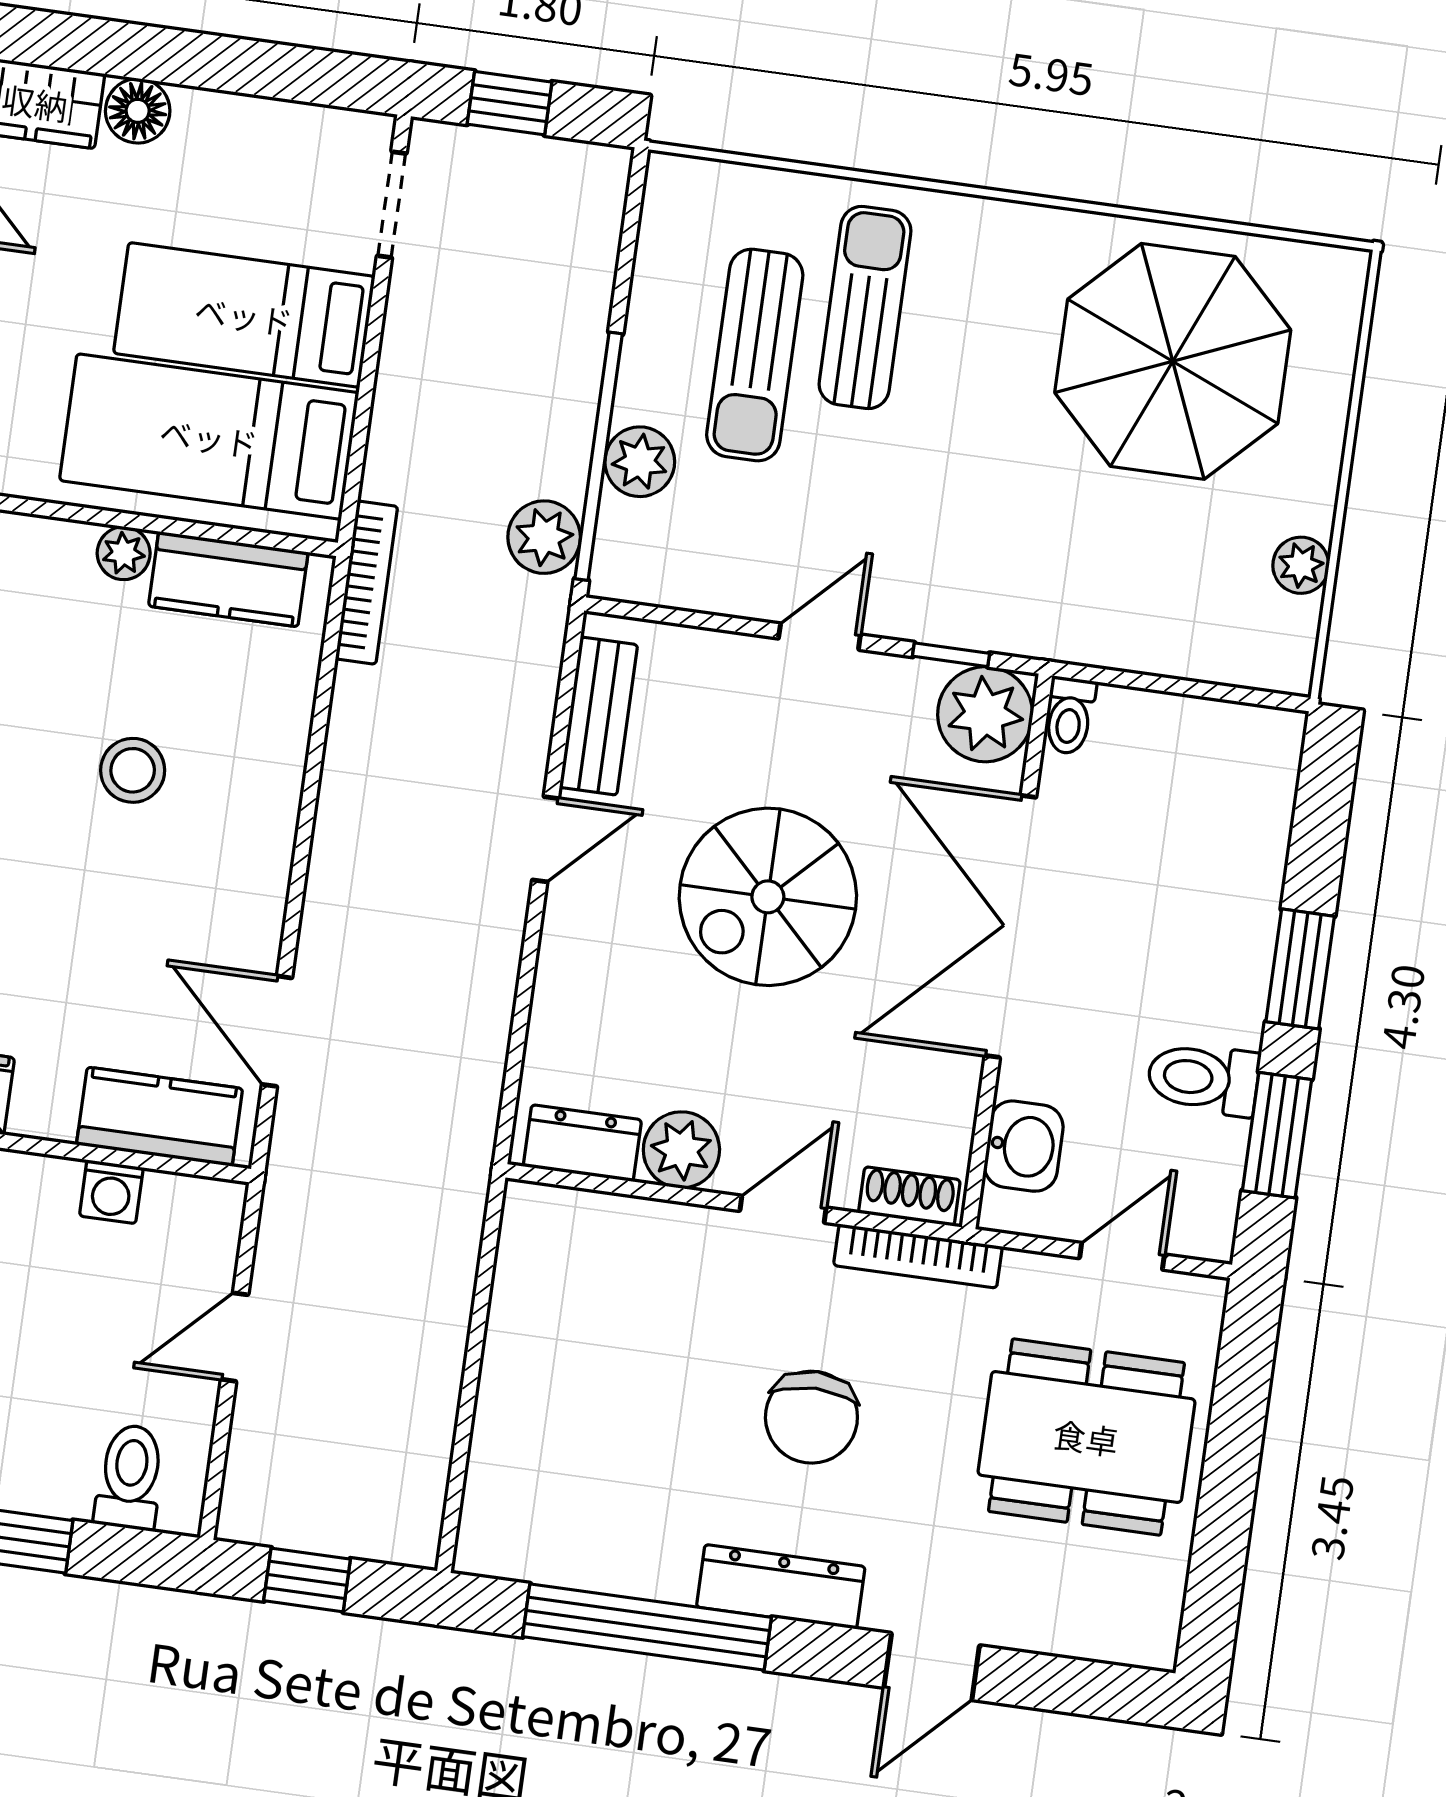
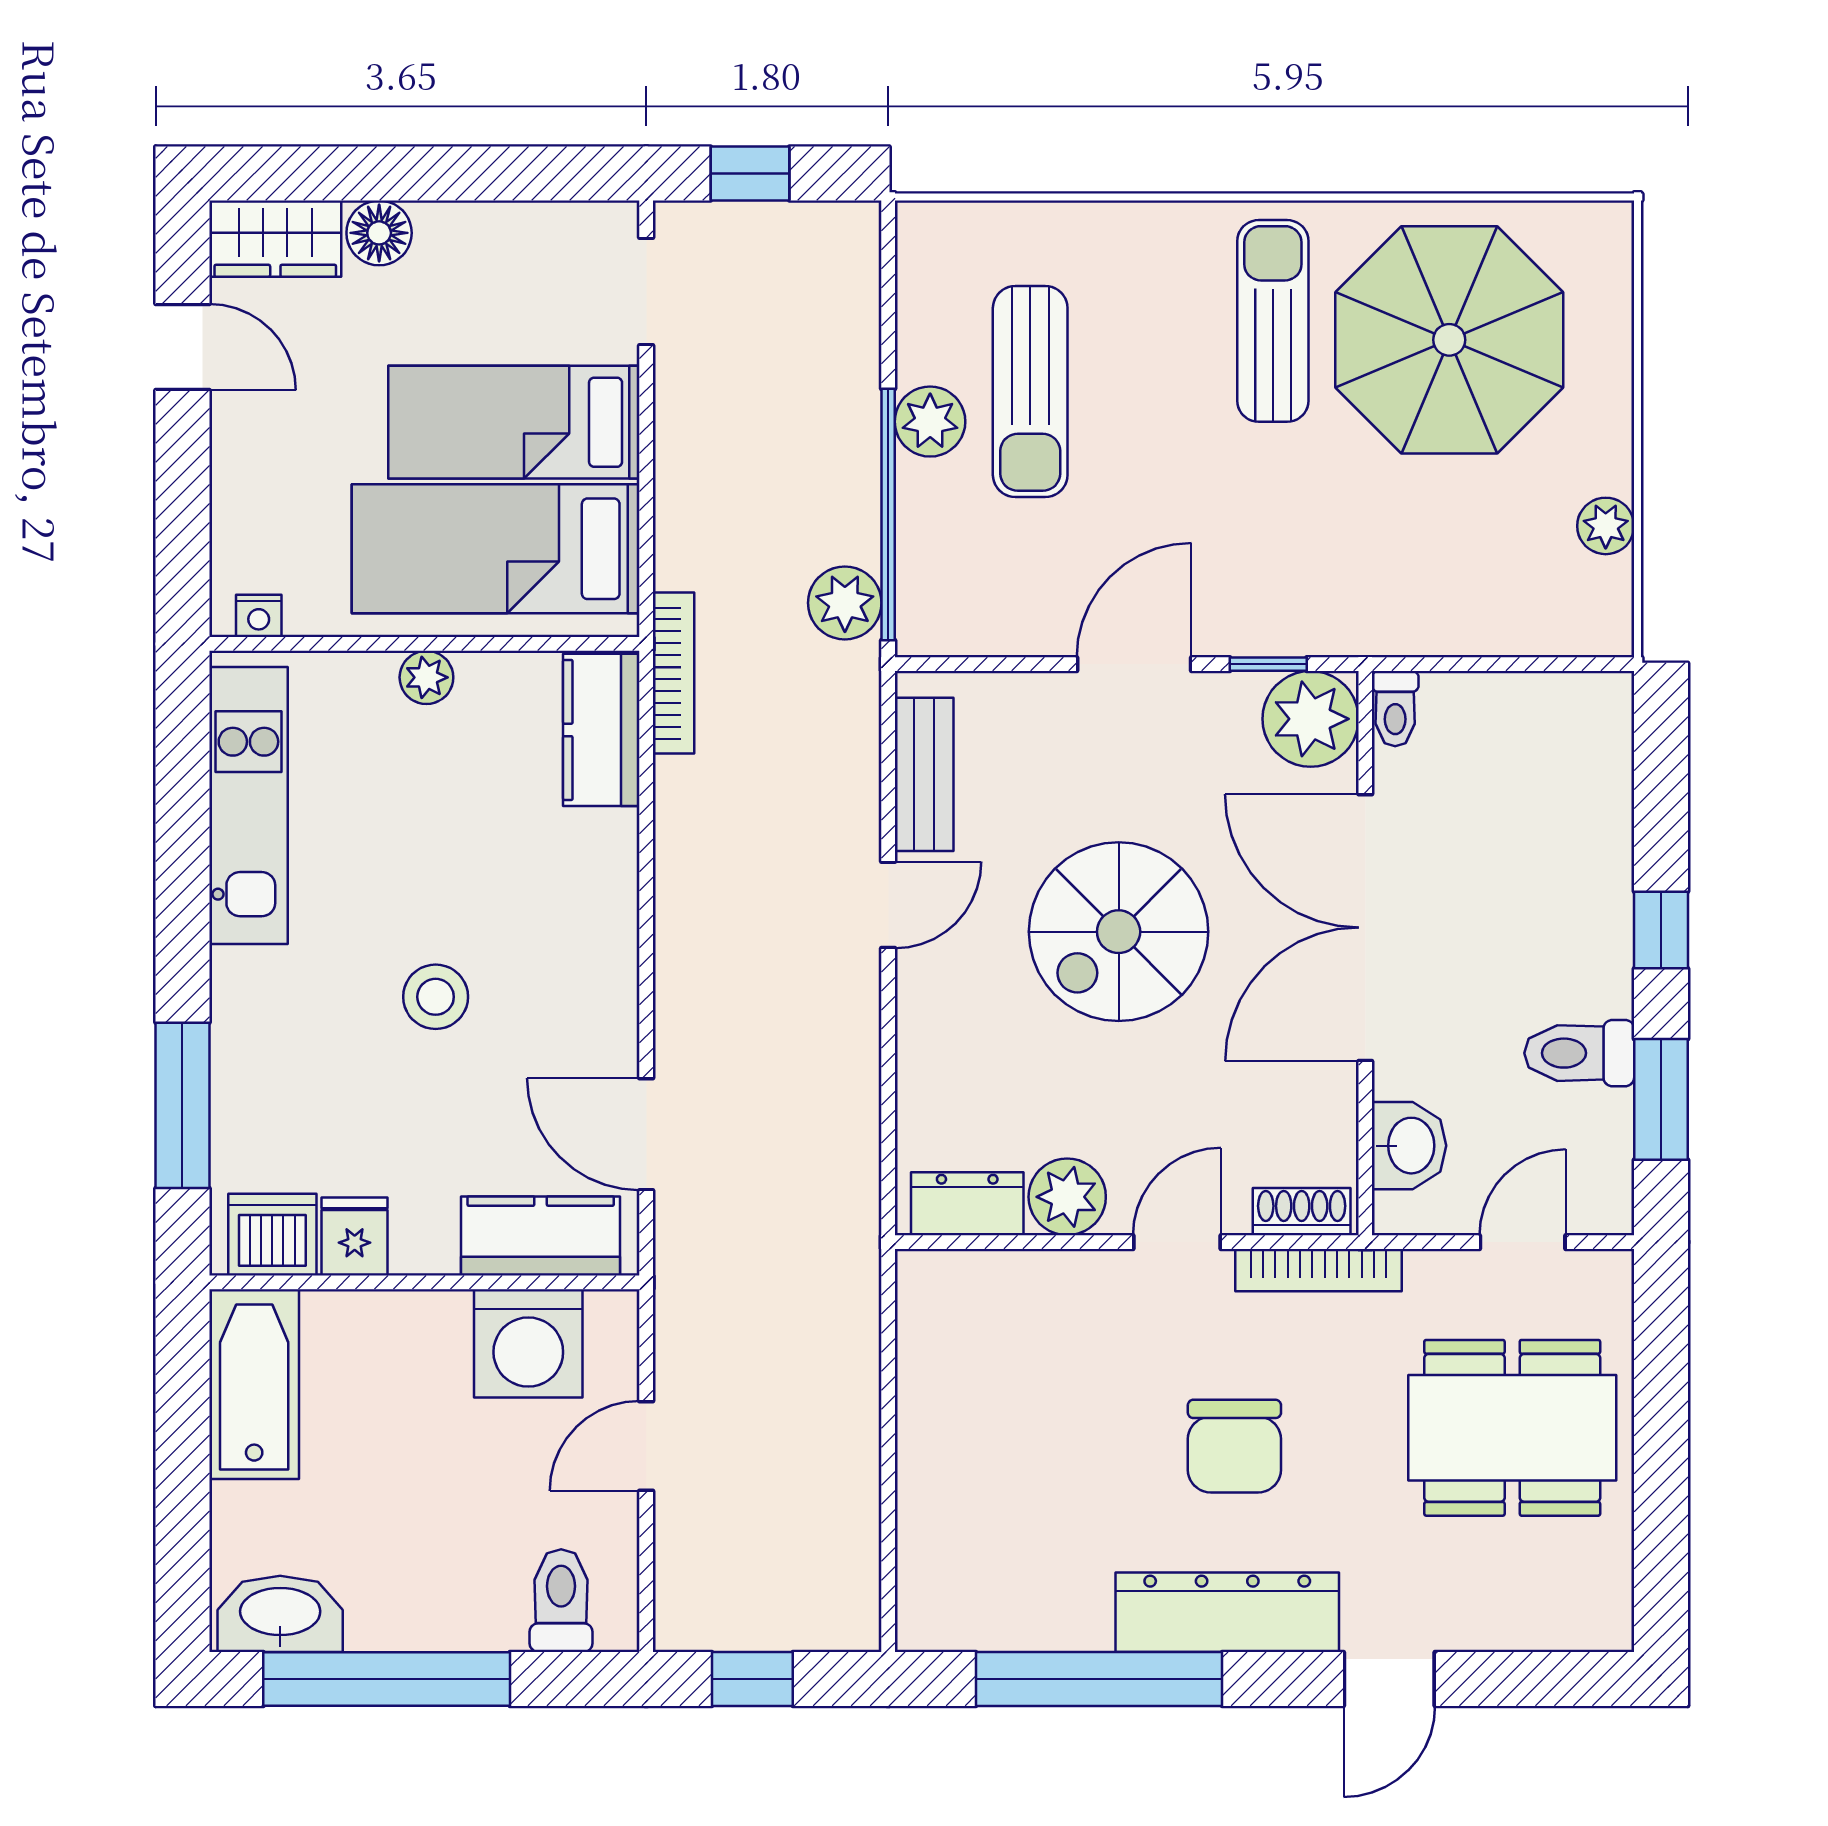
sun lounger: (865, 308) -> (1273, 321), moved
plant: (640, 462) -> (930, 422), moved
kitchen counter: (228, 579) -> (601, 730), moved, turned 90
door: (819, 637) -> (1134, 664), width x1.38
stool: (133, 770) -> (436, 997), moved
window: (1300, 969) -> (1661, 930), width x0.67
washing machine: (111, 1192) -> (528, 1343), width x1.89, depth x1.89
dresser: (781, 1587) -> (1227, 1612), width x1.37, depth x1.24

